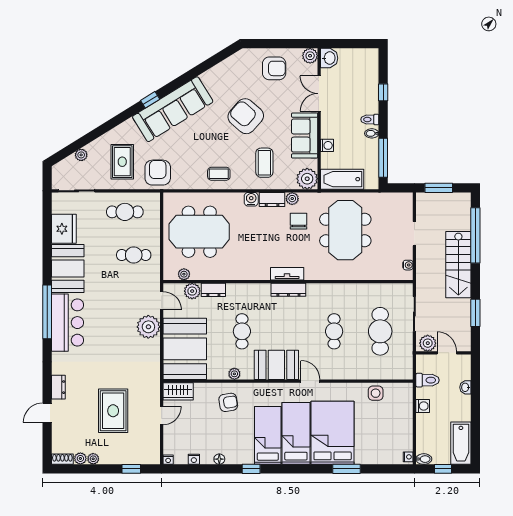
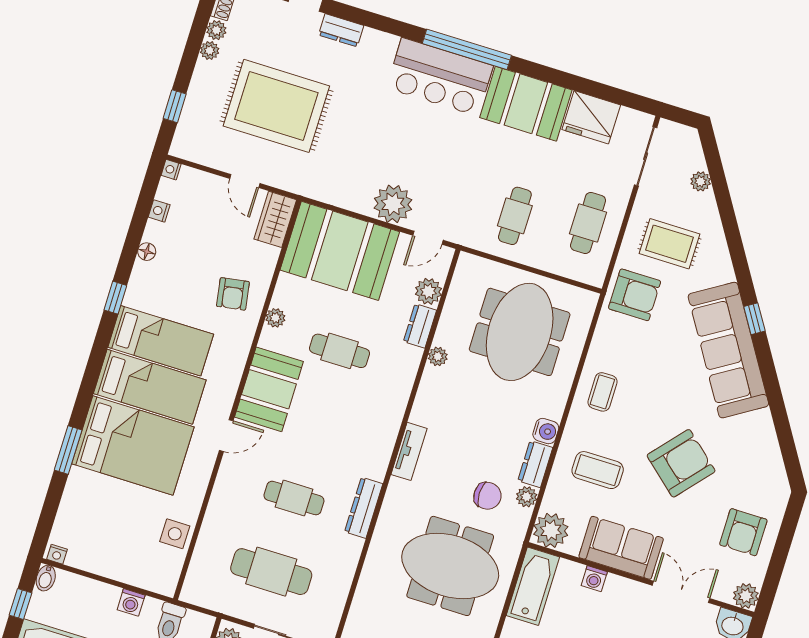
plant: (184, 274) -> (438, 356), moved
dresser: (288, 290) -> (364, 508), moved
rug: (113, 411) -> (276, 106), width x1.37, depth x1.44

